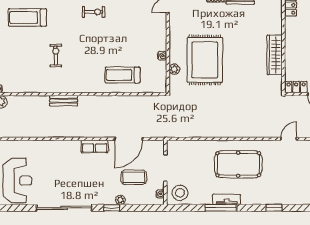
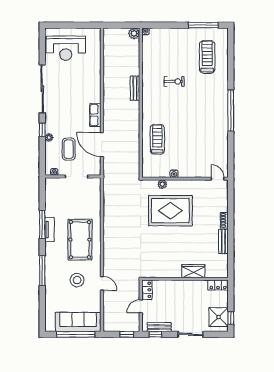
exercise bike: (93, 12) -> (212, 114), removed
wardrobe: (275, 55) -> (193, 271), moved, width x0.67
stool: (180, 193) -> (77, 280), moved
window: (274, 208) -> (42, 271), width x2.17

